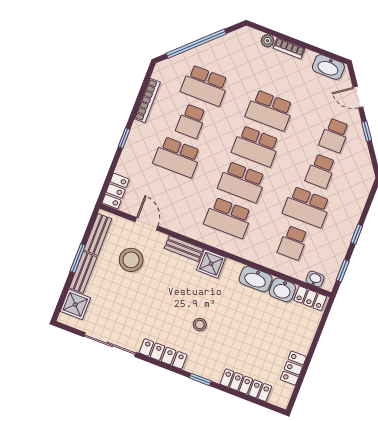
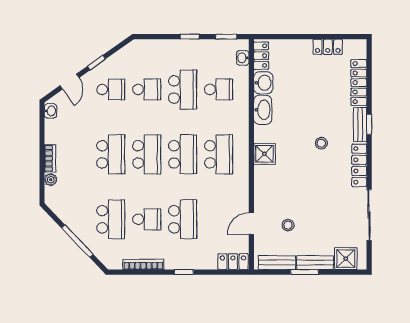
window: (196, 44) -> (77, 241), width x0.68
washbasin: (328, 67) -> (50, 111), width x0.52, depth x0.69
bench: (184, 249) -> (360, 125), moved
stool: (131, 260) -> (288, 225), width x0.53, depth x0.53

